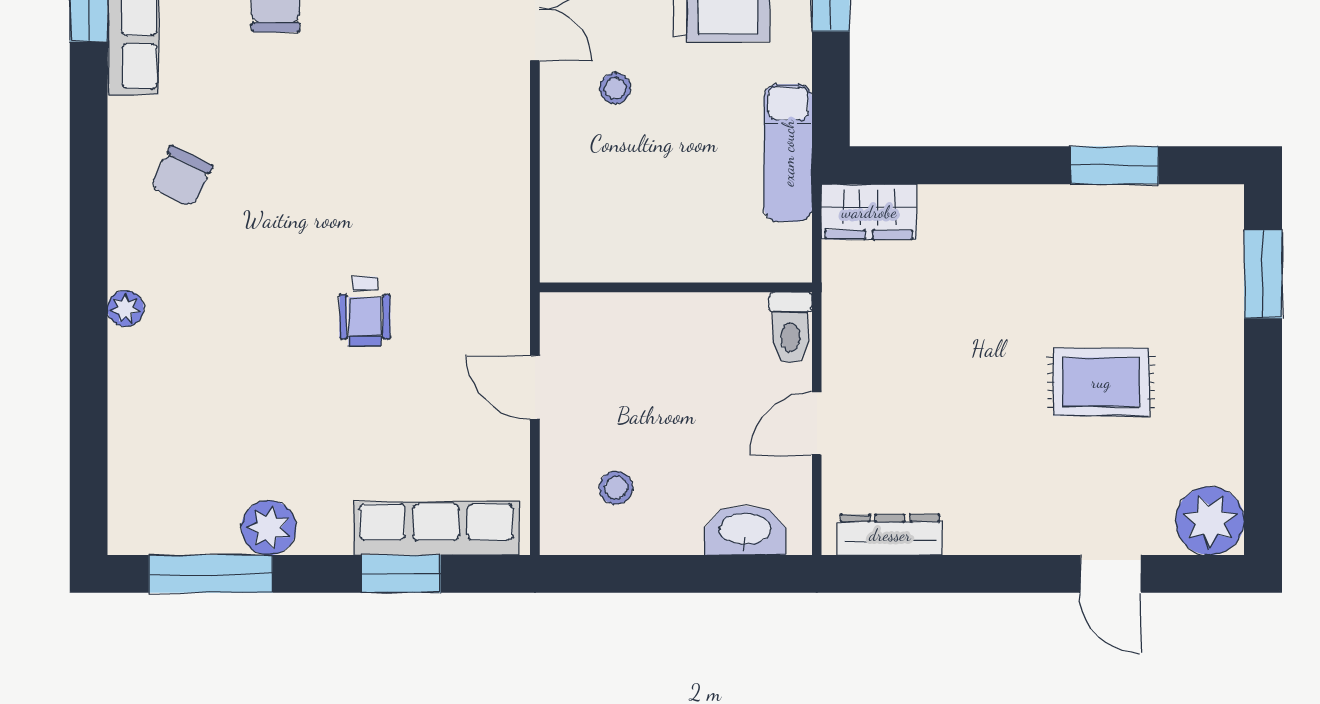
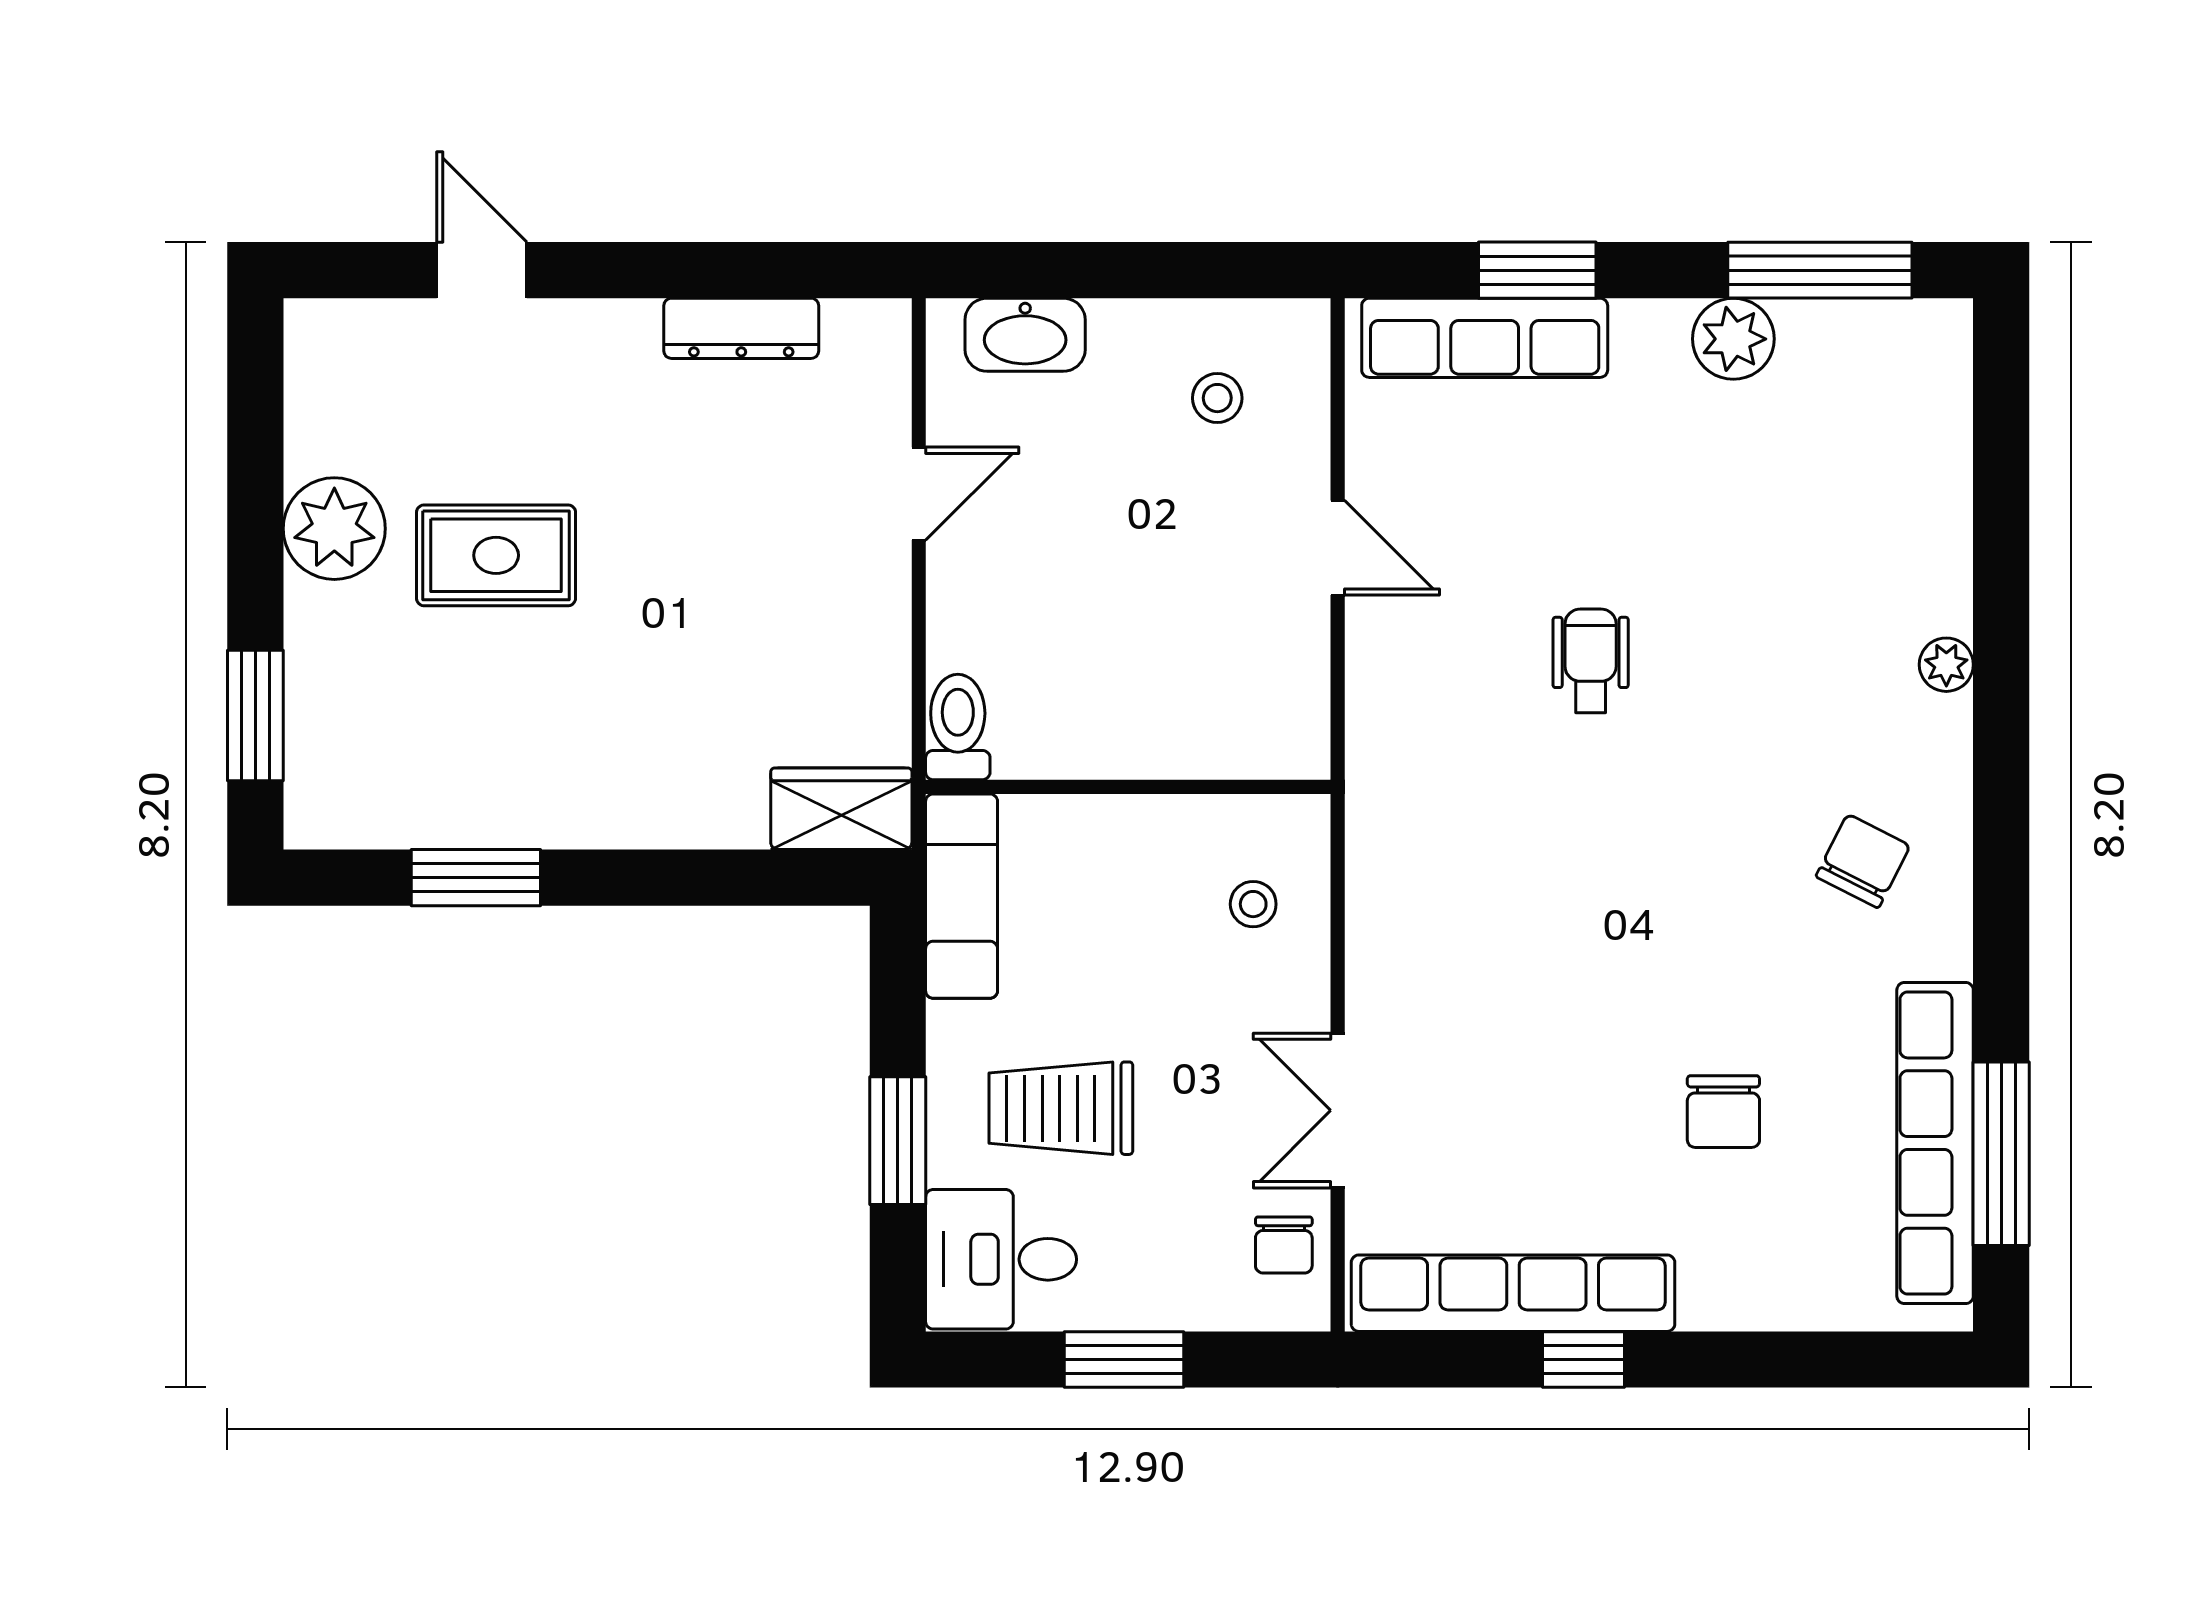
stool: (615, 88) -> (1253, 904), moved
wall: (676, 287) -> (1128, 787), moved
toilet: (790, 328) -> (958, 727), moved
plant: (1210, 521) -> (334, 529), moved
dresser: (890, 535) -> (741, 328), moved

